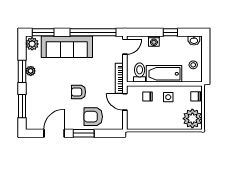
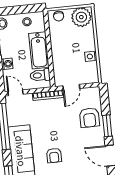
armchair: (79, 92) -> (54, 155), moved
chair: (148, 96) -> (64, 65), removed
side table: (168, 97) -> (90, 56), moved

